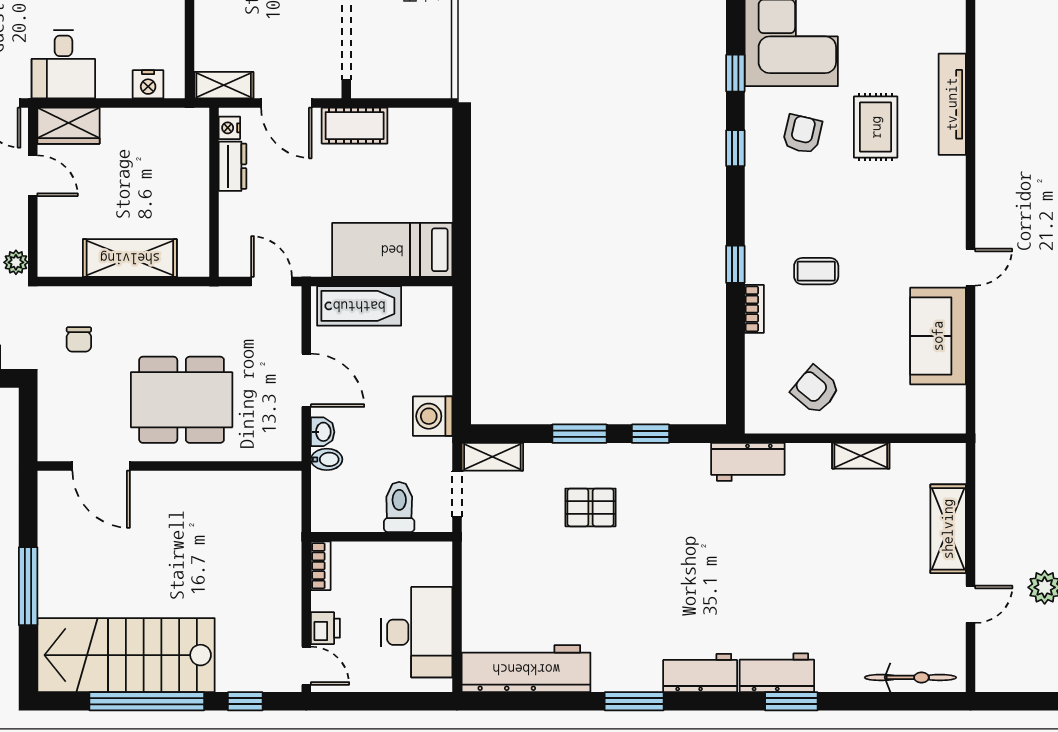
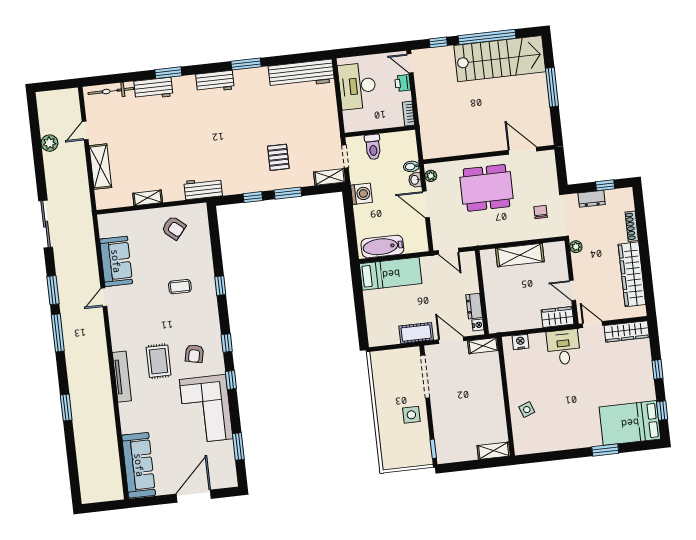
bathtub: (359, 306) -> (382, 247), moved
bookcase: (754, 309) -> (208, 265), removed
plant: (290, 436) -> (431, 176), added
pallet: (591, 507) -> (278, 157), turned 90
workbench: (777, 673) -> (153, 89), moved

